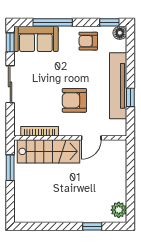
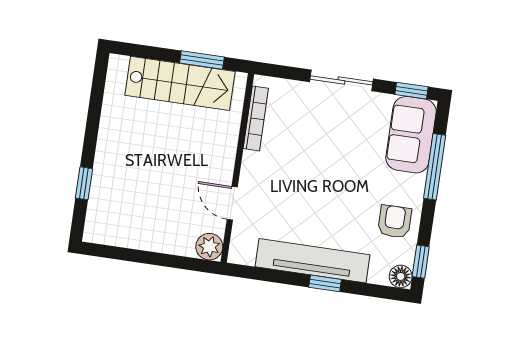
window: (130, 97) -> (325, 283), moved
armchair: (74, 100) -> (299, 184), removed
stairs: (49, 151) -> (180, 83), moved, turned -90
plant: (119, 210) -> (209, 247), moved

